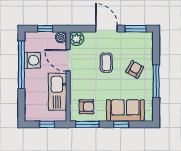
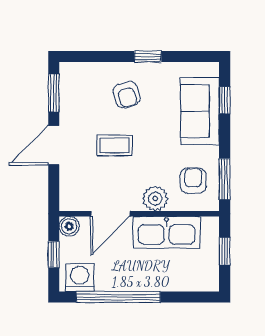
plant: (77, 39) -> (155, 199), moved
washing machine: (32, 60) -> (80, 277), moved
armchair: (135, 69) -> (127, 95), turned -135
window: (156, 81) -> (148, 57), width x0.46
window: (121, 124) -> (225, 100), moved

